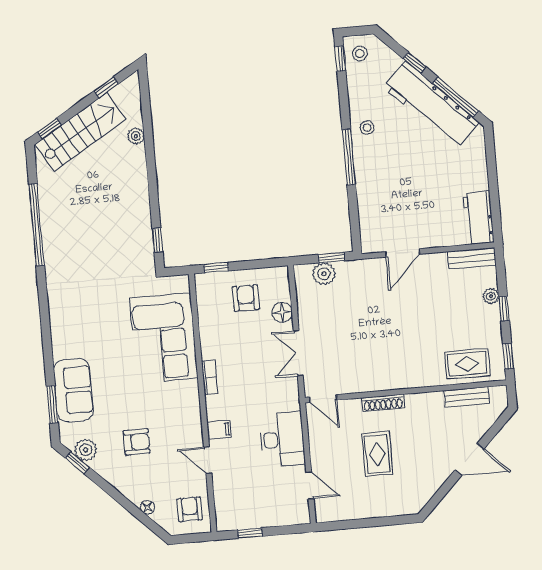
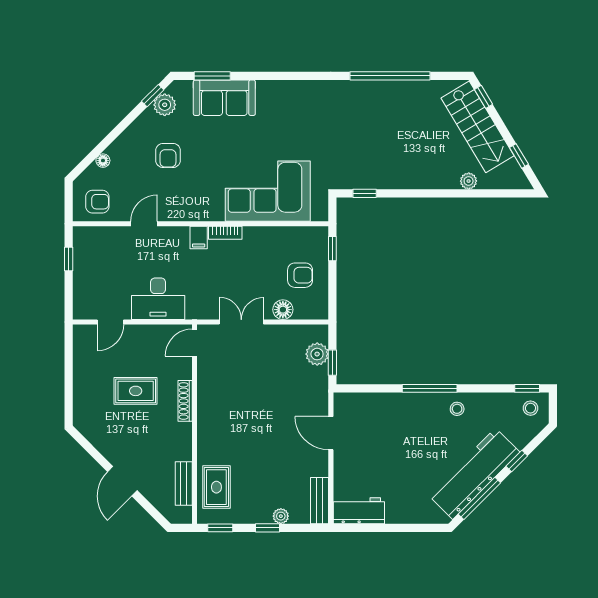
filing cabinet: (219, 430) -> (199, 238), moved

